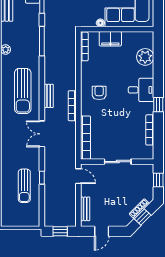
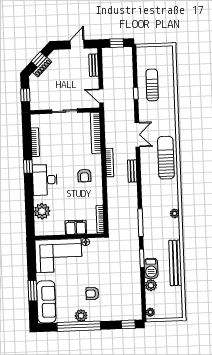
desk: (141, 90) -> (45, 180), width x1.37
sun lounger: (23, 91) -> (166, 158), moved

